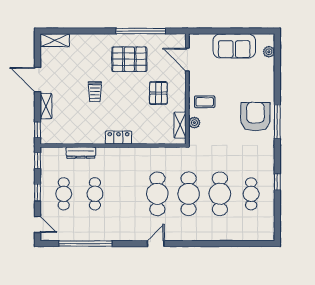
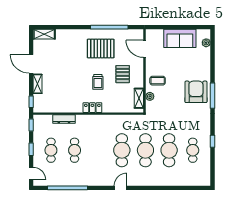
trolley: (95, 92) -> (98, 82), moved

